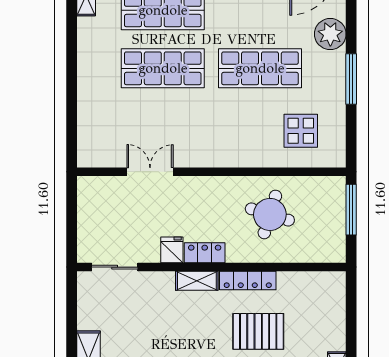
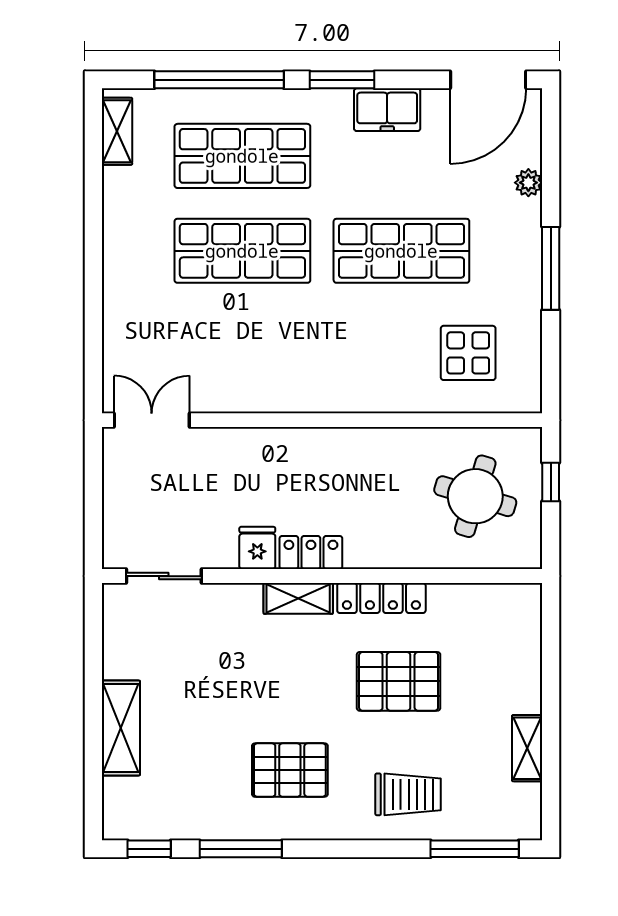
plant: (330, 34) -> (528, 183), width x0.53, depth x0.53
double door: (150, 172) -> (152, 420), moved
window: (351, 210) -> (551, 482), width x0.46
round table: (270, 214) -> (475, 496), moved

